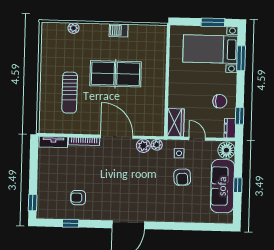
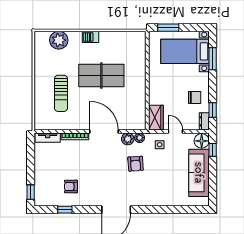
window: (213, 22) -> (168, 28), moved
plant: (74, 28) -> (59, 40), width x1.88, depth x1.88
barbecue: (119, 30) -> (91, 37), moved
armchair: (182, 177) -> (136, 164), moved
window: (238, 185) -> (213, 150), moved

